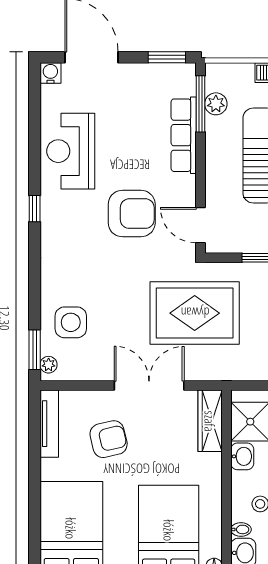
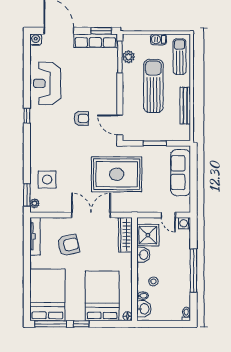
row of seats: (184, 135) -> (95, 41), moved, turned -90
armchair: (132, 214) -> (81, 118), width x0.53, depth x0.53

